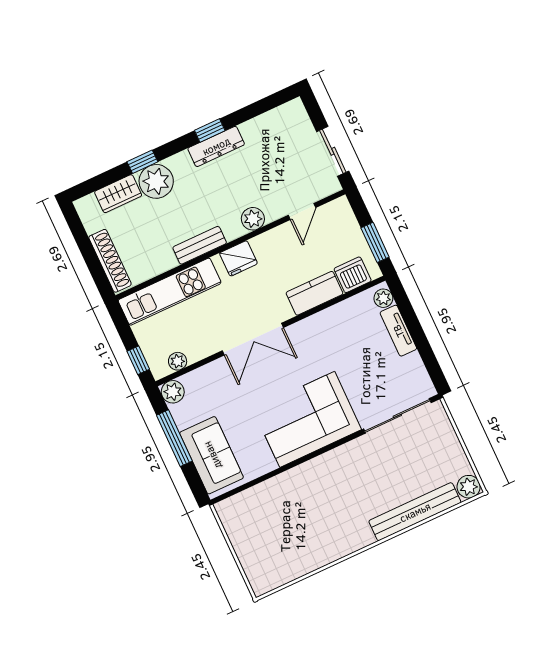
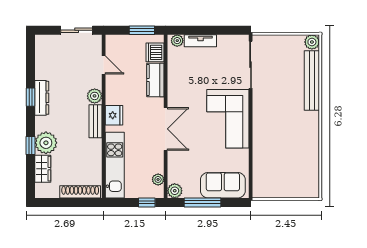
bench: (200, 245) -> (96, 121), moved

